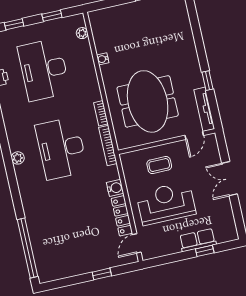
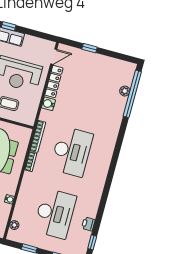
plant: (18, 158) -> (125, 91), moved

